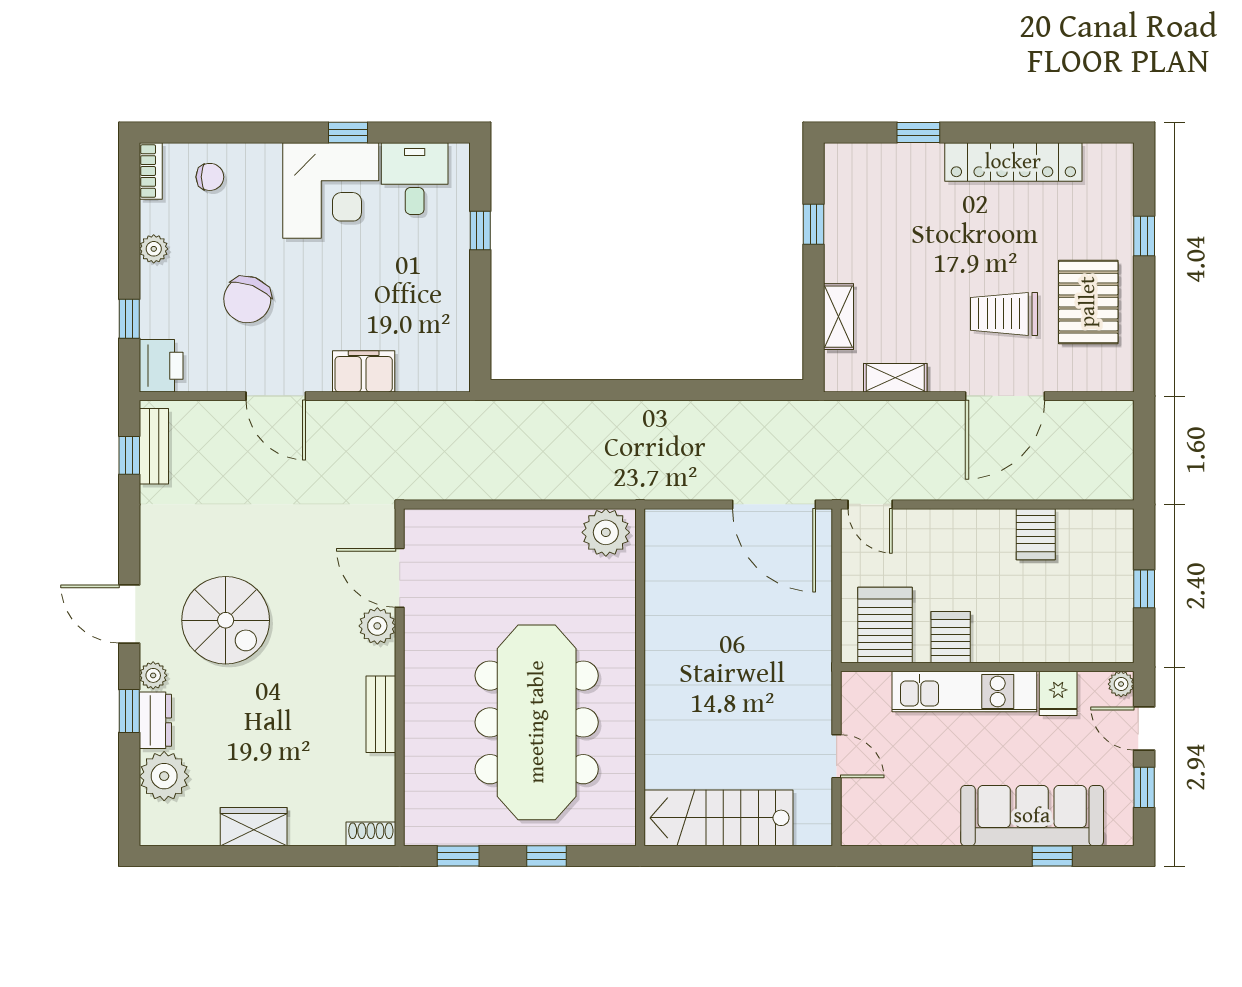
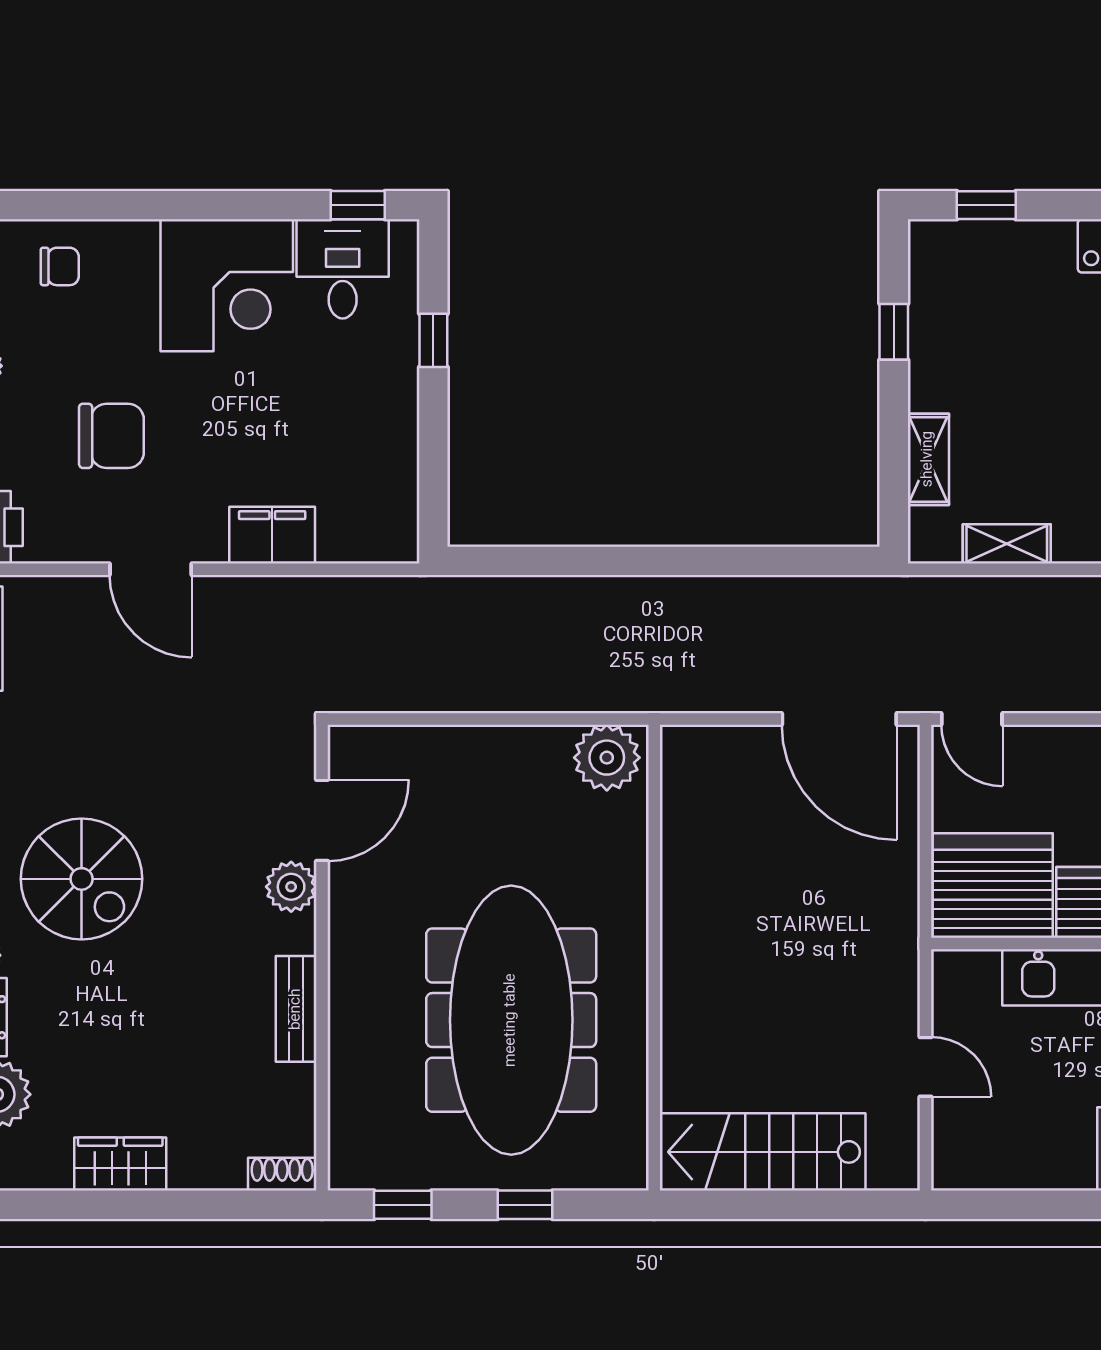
window: (348, 133) -> (358, 205), moved
window: (918, 133) -> (986, 205), moved
chair: (247, 300) -> (111, 436), turned -111
door: (400, 578) -> (322, 820), swing flipped
server rack: (885, 625) -> (993, 886), width x1.60

